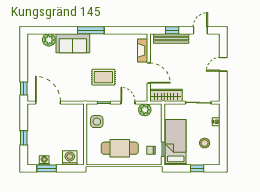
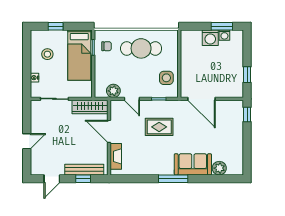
door: (48, 103) -> (201, 99), moved
window: (24, 138) -> (247, 75), moved
washing machine: (70, 158) -> (210, 38), moved

